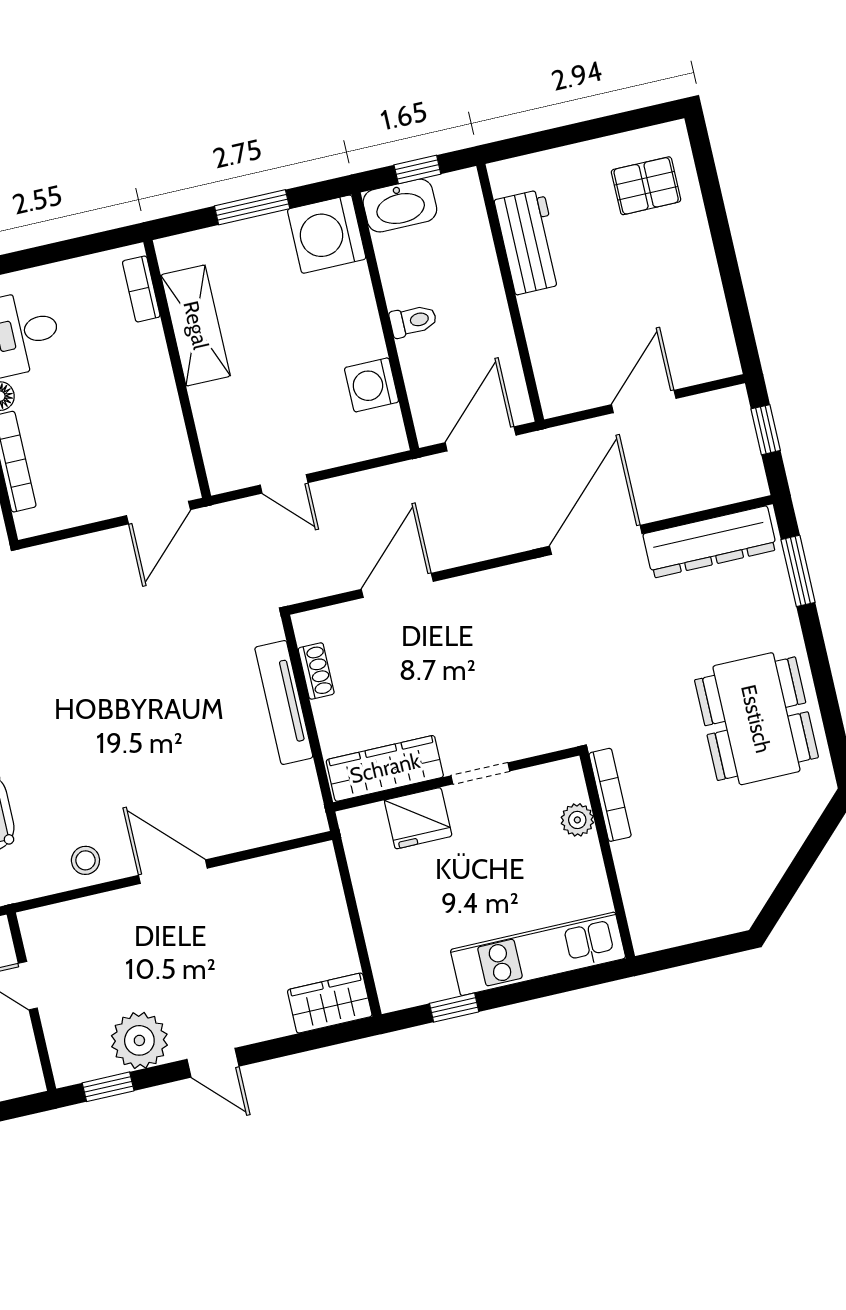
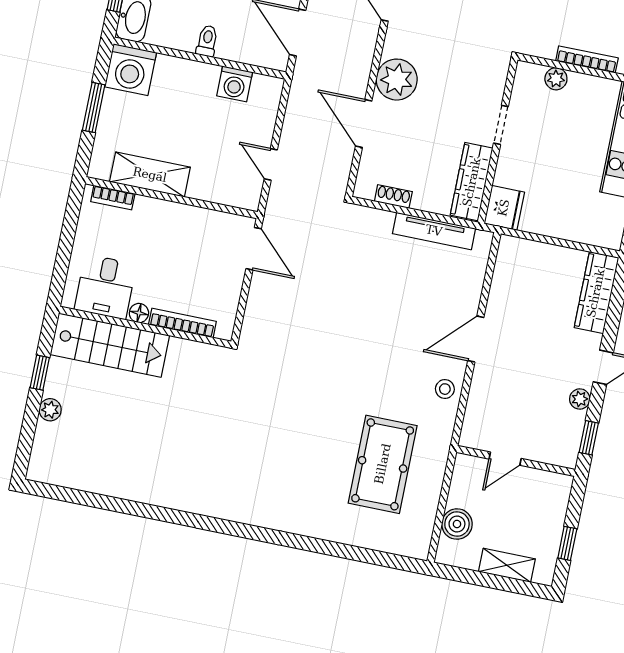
door: (284, 484) -> (271, 164), swing flipped
plant: (478, 603) -> (397, 80), added
tv unit: (284, 702) -> (434, 231), moved
bookcase: (610, 795) -> (587, 60), moved
fridge: (418, 818) -> (504, 208), moved
wardrobe: (330, 1003) -> (596, 293), width x1.50
plant: (139, 1040) -> (580, 399), width x0.53, depth x0.53

